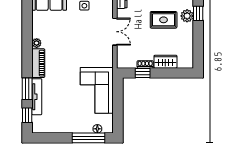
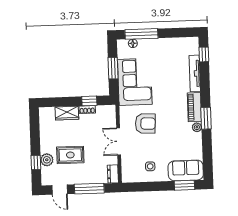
armchair: (88, 49) -> (145, 123), added
window: (27, 89) -> (206, 118), moved
window: (118, 105) -> (113, 68), added

